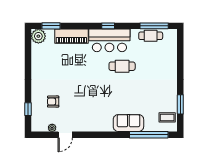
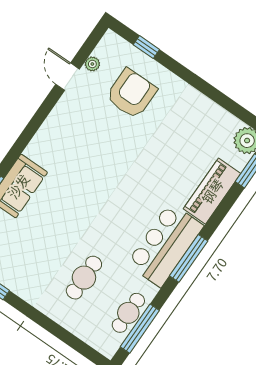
window: (108, 26) -> (189, 258), width x2.17
cafe table: (122, 66) -> (84, 278), moved
armchair: (53, 102) -> (131, 94), width x1.88, depth x1.88

